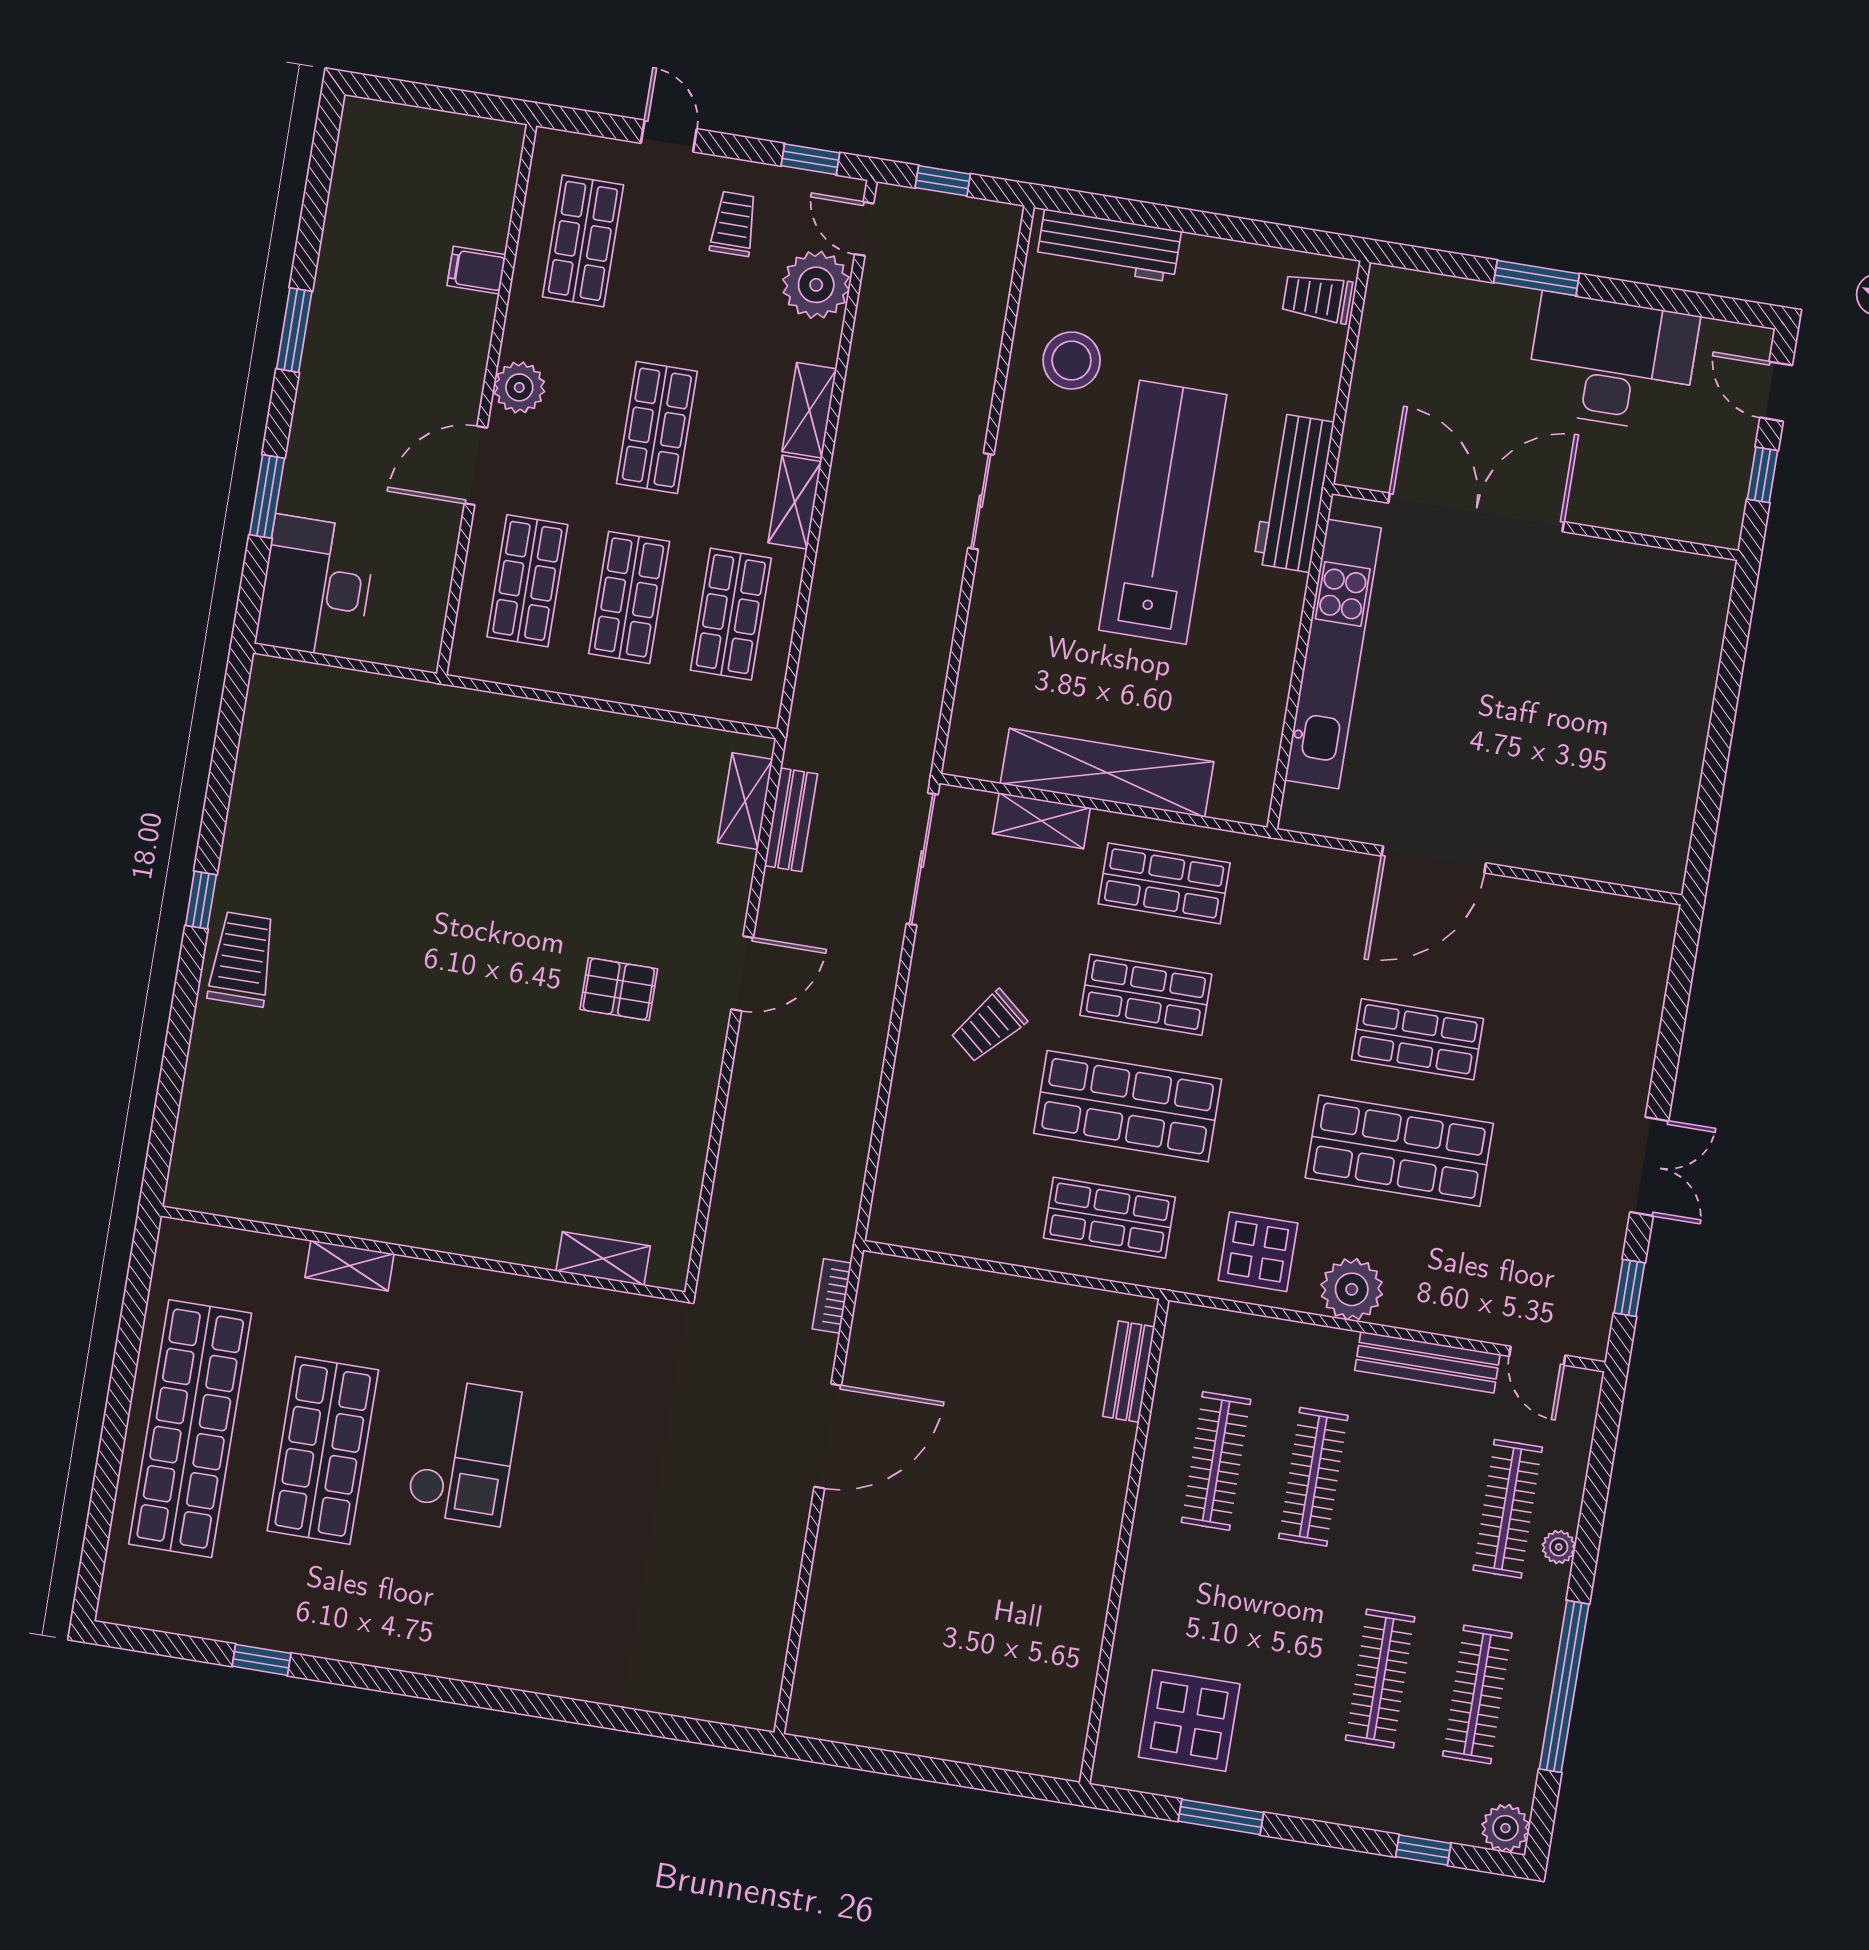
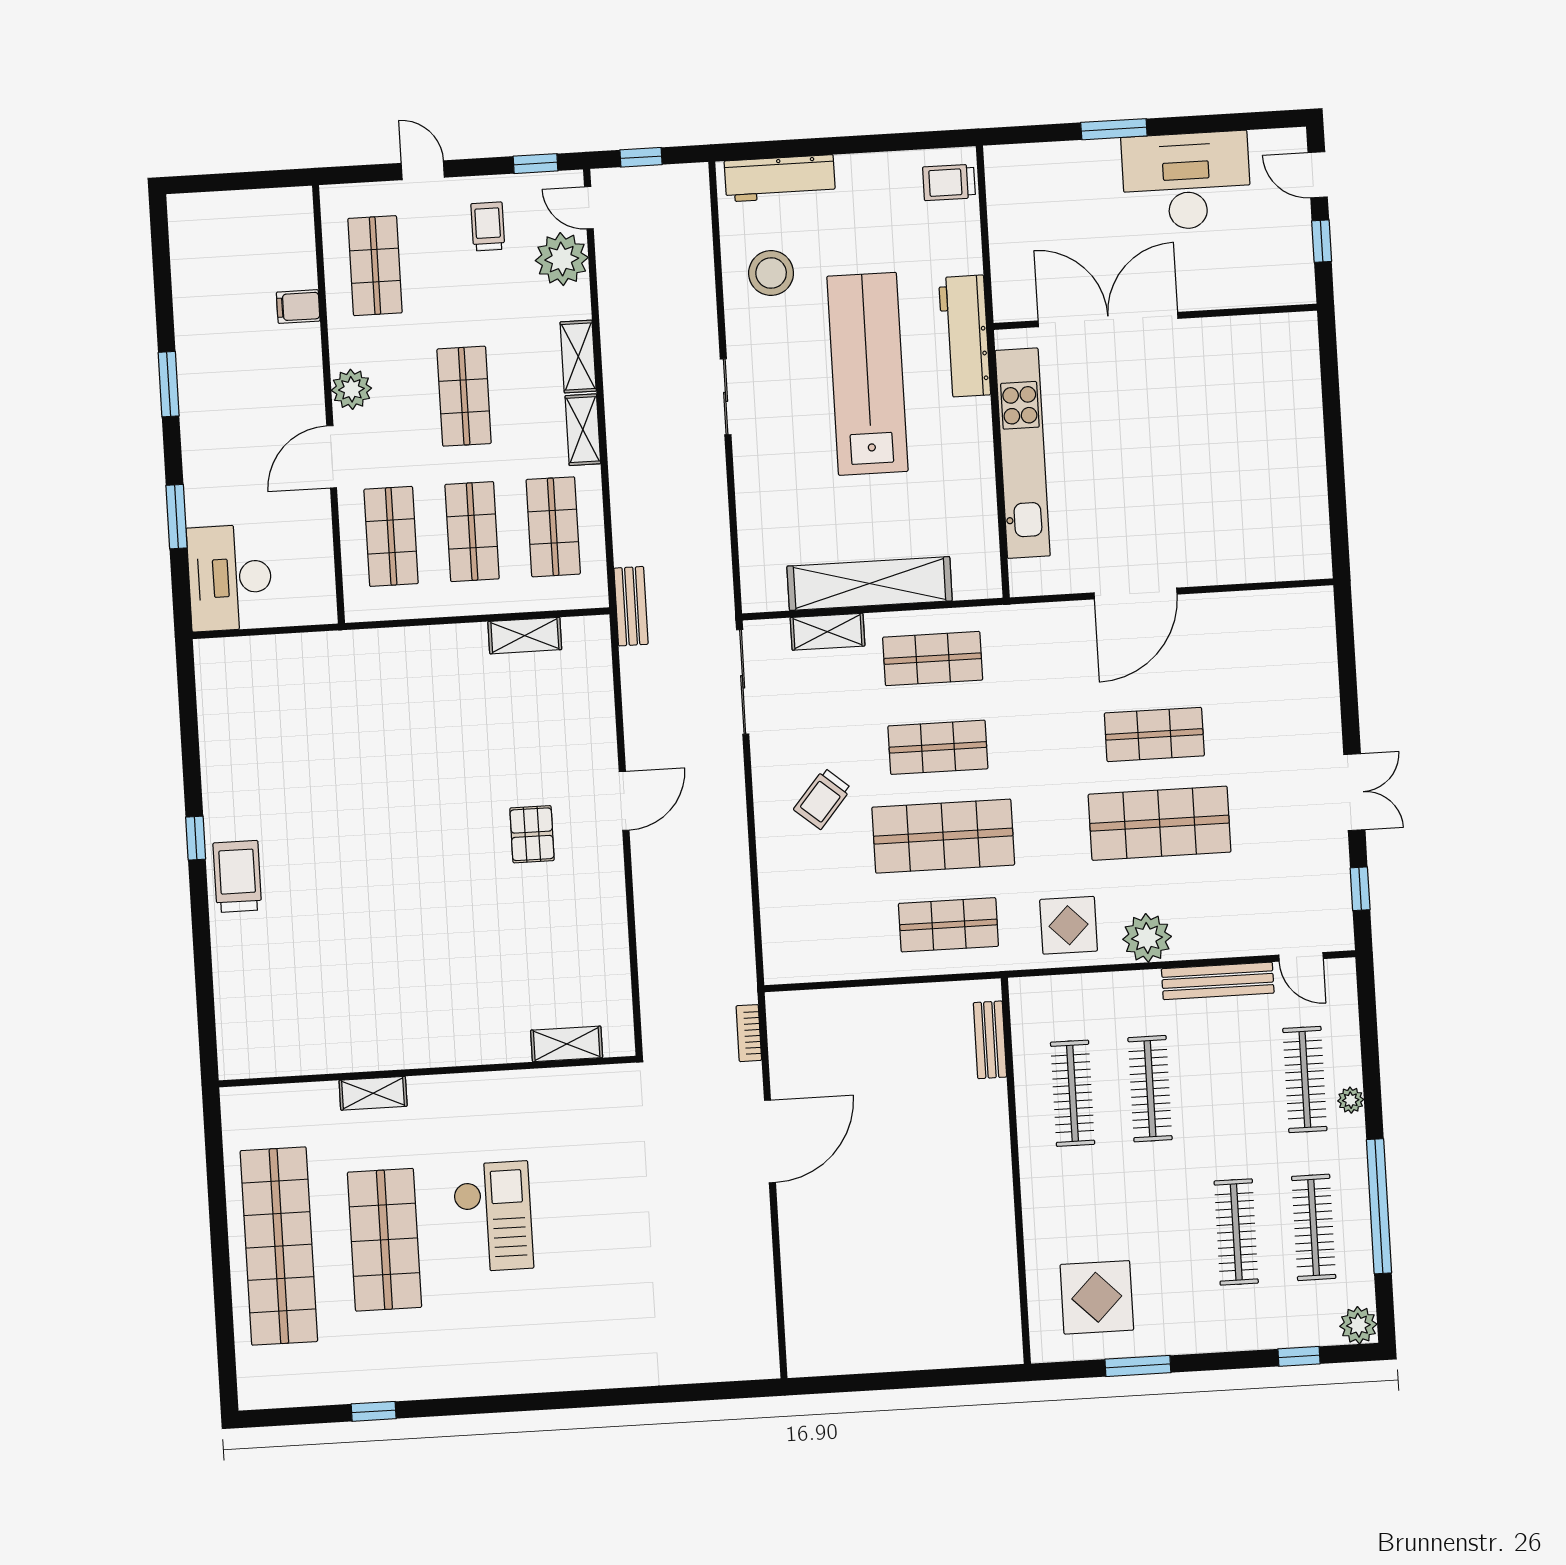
shelving: (745, 801) -> (525, 636), moved, turned 90
bench: (791, 820) -> (631, 606), moved
pallet: (619, 989) -> (532, 834), turned 90

